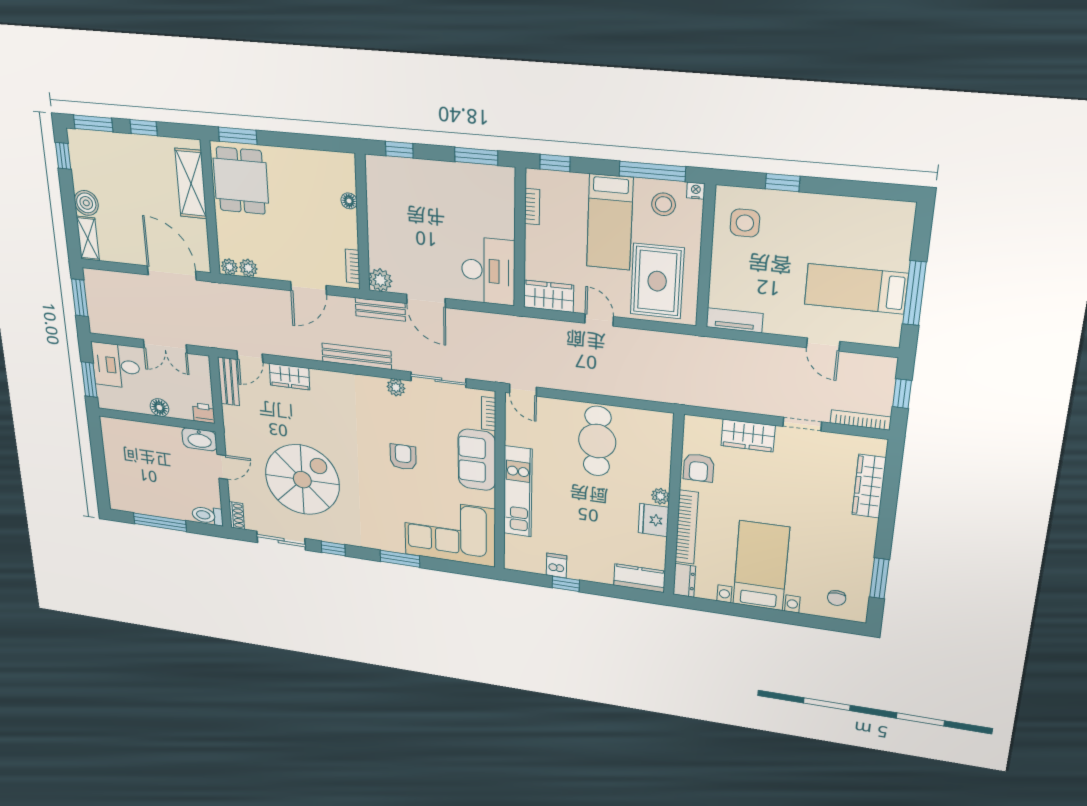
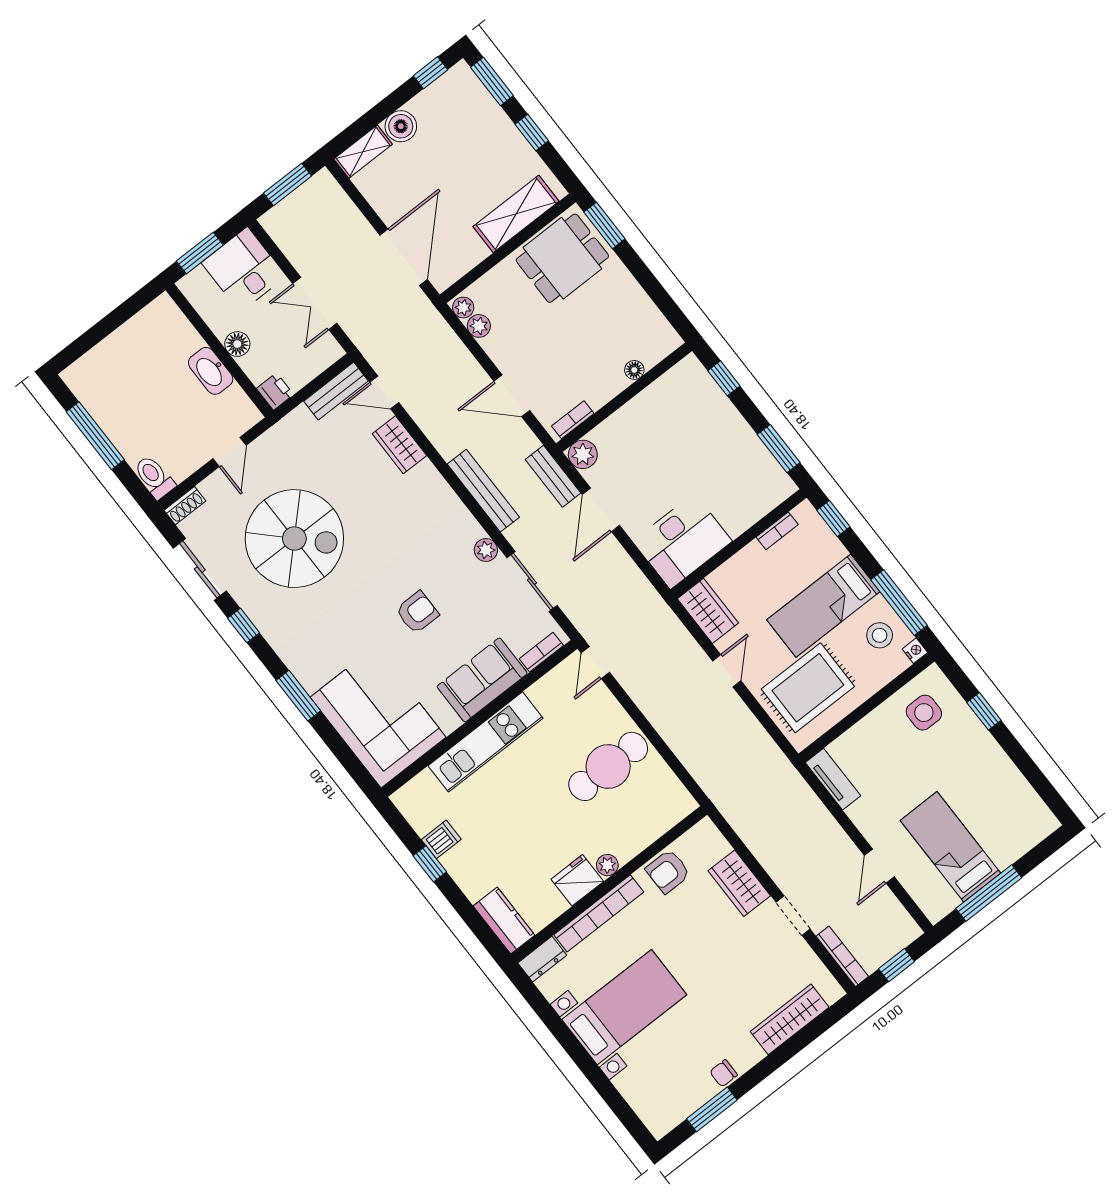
washbasin: (199, 439) -> (211, 371), moved
door: (222, 467) -> (230, 452), hinge flipped
chair: (837, 598) -> (724, 1073), moved

